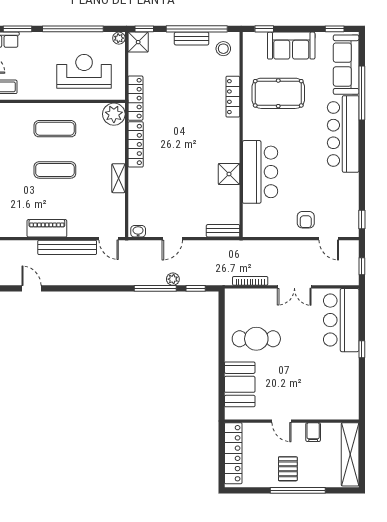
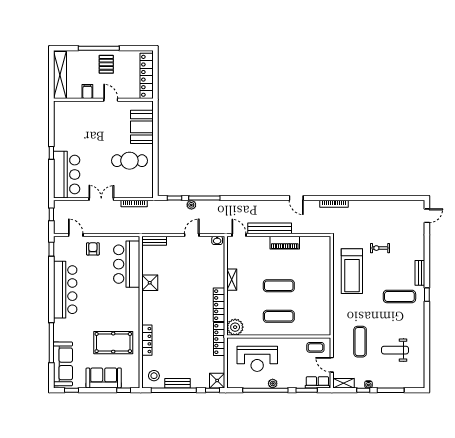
plant: (119, 38) -> (273, 383), moved
bar counter: (343, 134) -> (65, 290), moved
bar counter: (260, 172) -> (127, 264), moved

